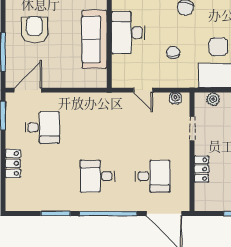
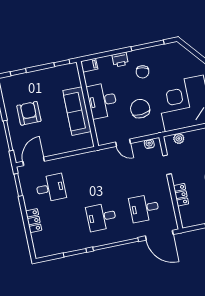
chair: (173, 52) -> (140, 109), width x1.87, depth x1.87
desk: (153, 176) -> (144, 208), turned 180

